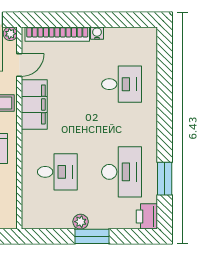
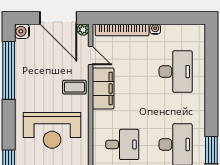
door: (19, 65) -> (91, 56), hinge flipped
desk: (122, 84) -> (176, 72), width x1.37

